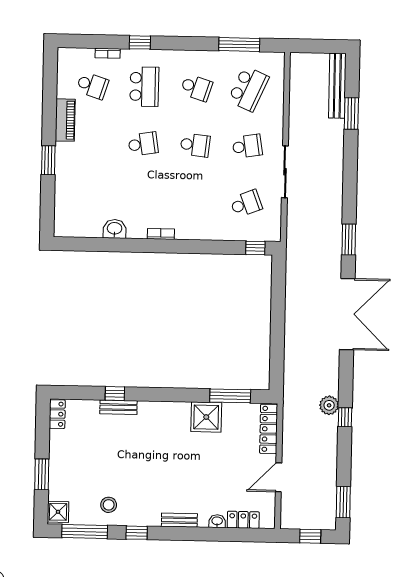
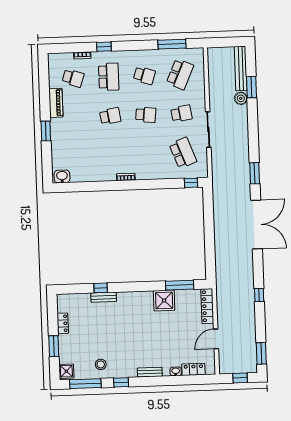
school desk: (246, 204) -> (183, 153), width x1.85
washbasin: (115, 229) -> (62, 176), moved
plant: (329, 405) -> (241, 98), moved
locker: (57, 414) -> (63, 323), moved

